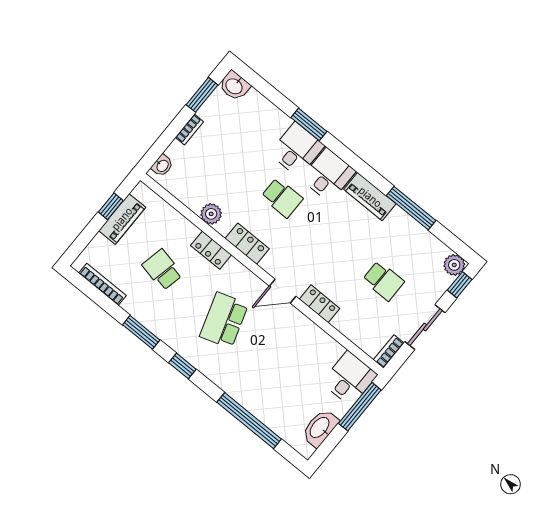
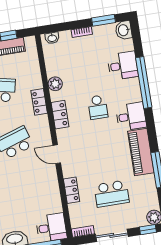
window: (309, 124) -> (144, 83), width x2.11
desk: (297, 150) -> (123, 66), moved
piano: (370, 197) -> (141, 152), width x1.37, depth x1.33
school desk: (383, 281) -> (112, 194), width x1.85
locker: (319, 304) -> (72, 190), moved

